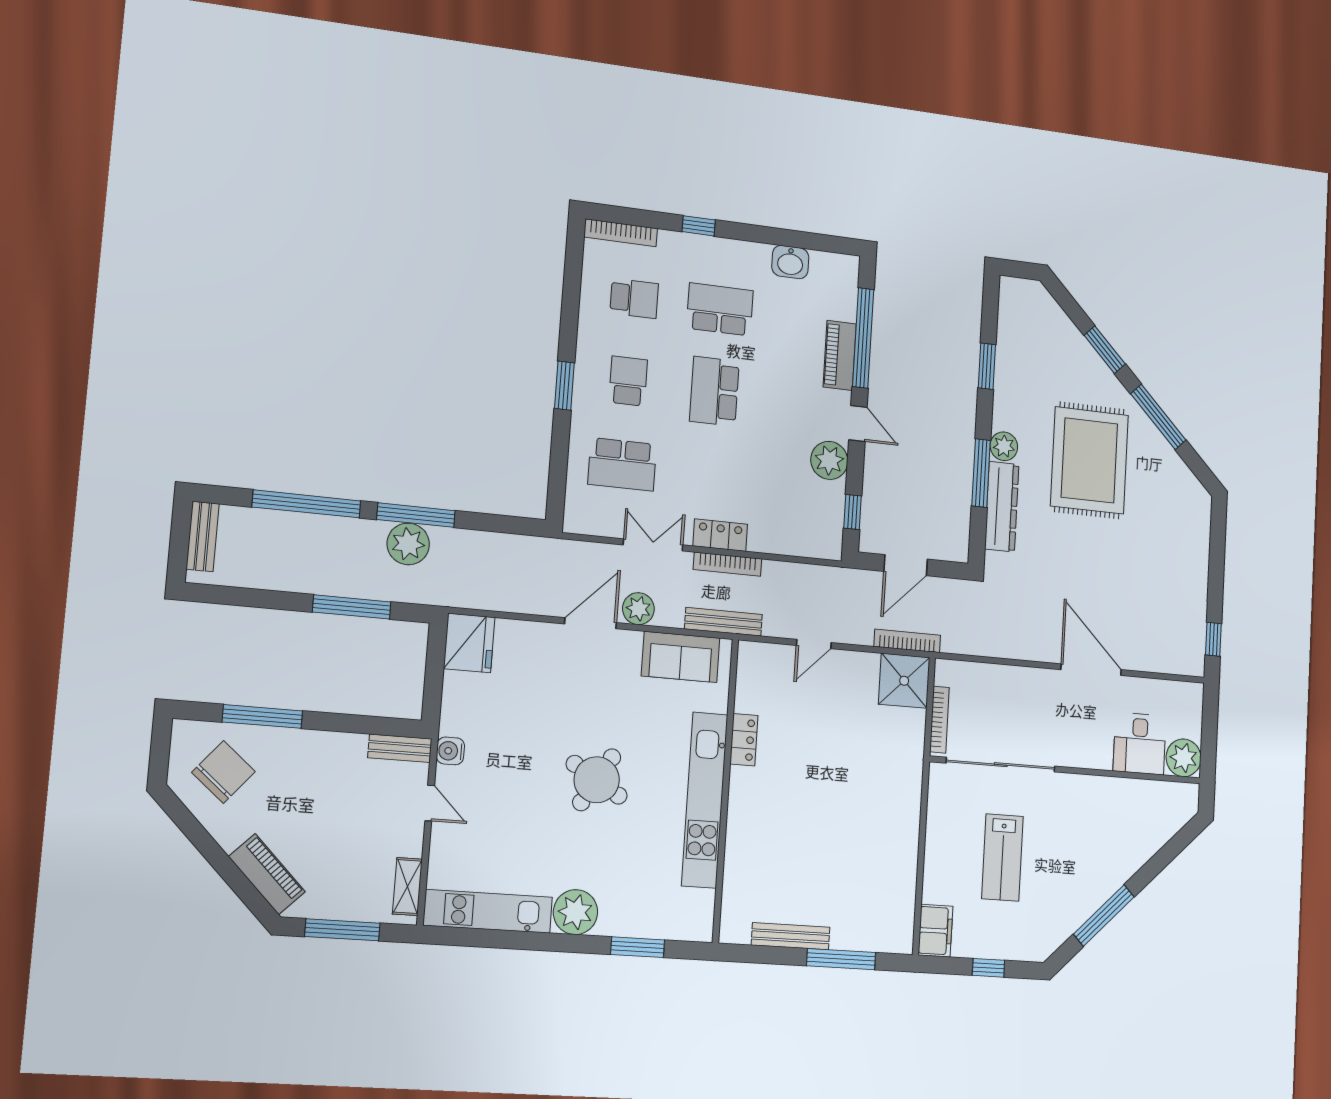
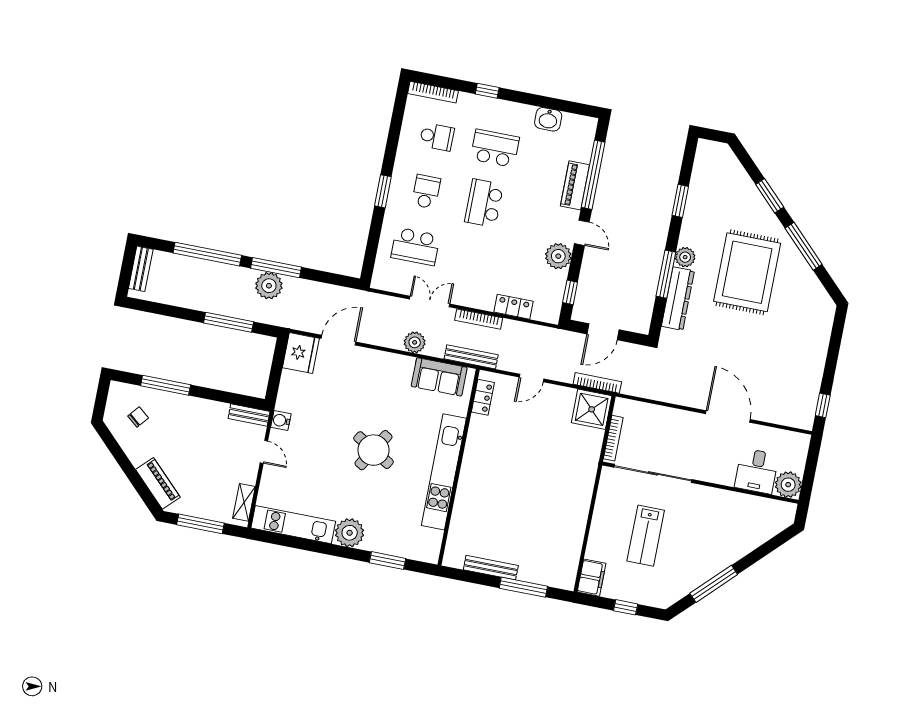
locker: (720, 535) -> (513, 307), moved
door: (590, 623) -> (339, 340), moved
locker: (744, 740) -> (483, 397), moved
chair: (224, 772) -> (138, 417), width x0.54, depth x0.54

